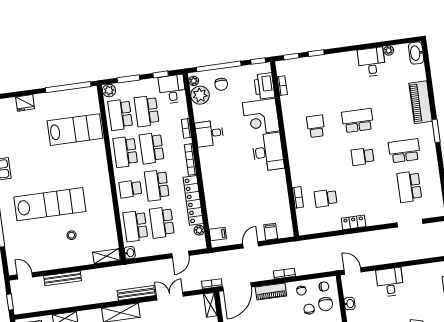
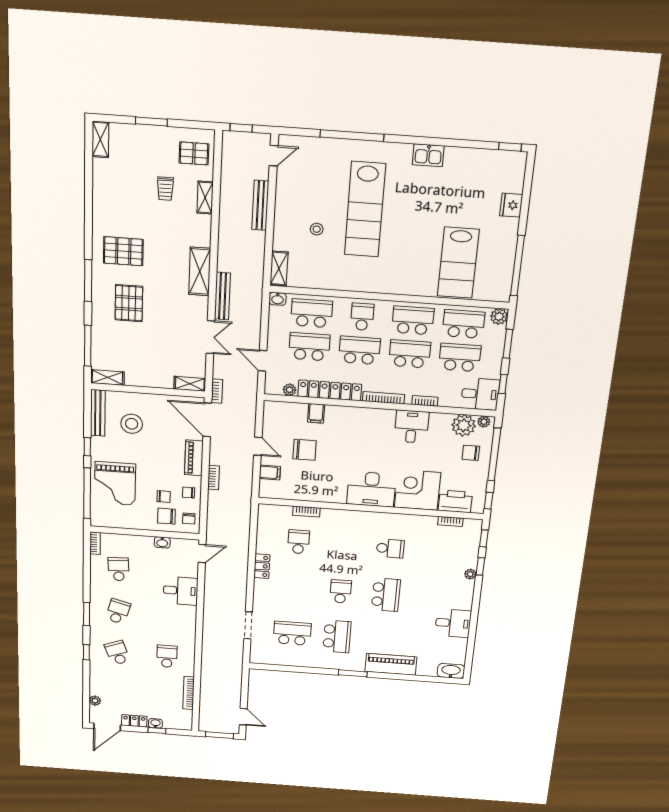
plant: (389, 51) -> (470, 574), moved
chair: (246, 209) -> (305, 450), added
filing cabinet: (218, 234) -> (316, 413), moved

